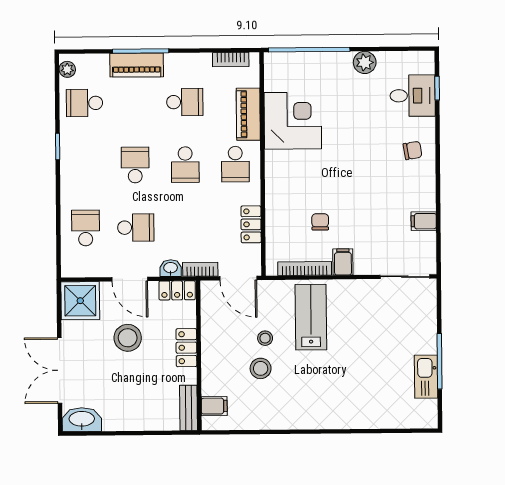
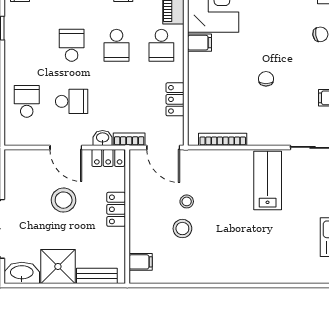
chair: (320, 222) -> (266, 79), moved
filing cabinet: (343, 262) -> (199, 43), moved, turned 90
shower: (80, 301) -> (58, 266), moved
lab bench: (311, 317) -> (268, 181), moved
bench: (188, 408) -> (97, 276), moved, turned 90

